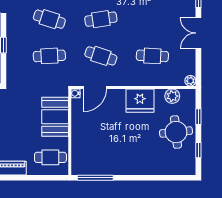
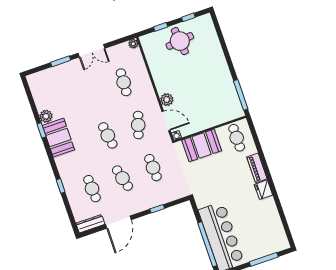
cafe table: (49, 19) -> (122, 178), turned -33
plant: (172, 96) -> (167, 100), moved
fridge: (140, 101) -> (164, 80), removed

